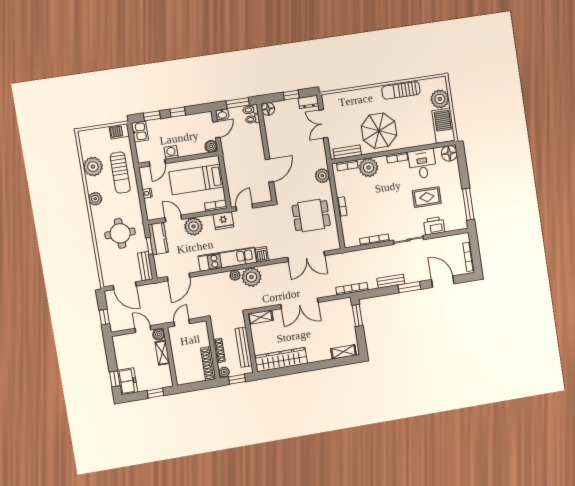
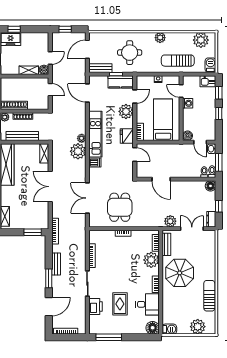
barbecue: (443, 126) -> (169, 329), width x0.53, depth x0.65
plant: (93, 167) -> (201, 40), moved
plant: (322, 176) -> (170, 221), moved

